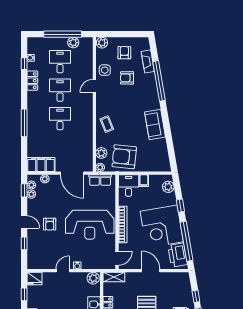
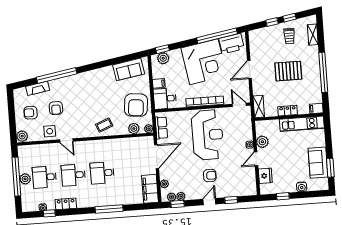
plant: (73, 43) -> (25, 179), moved
sofa: (155, 124) -> (129, 69), moved
window: (180, 206) -> (162, 49), moved
door: (63, 271) -> (256, 159), hinge flipped
plant: (93, 278) -> (262, 142), moved
fridge: (35, 279) -> (265, 176), moved

